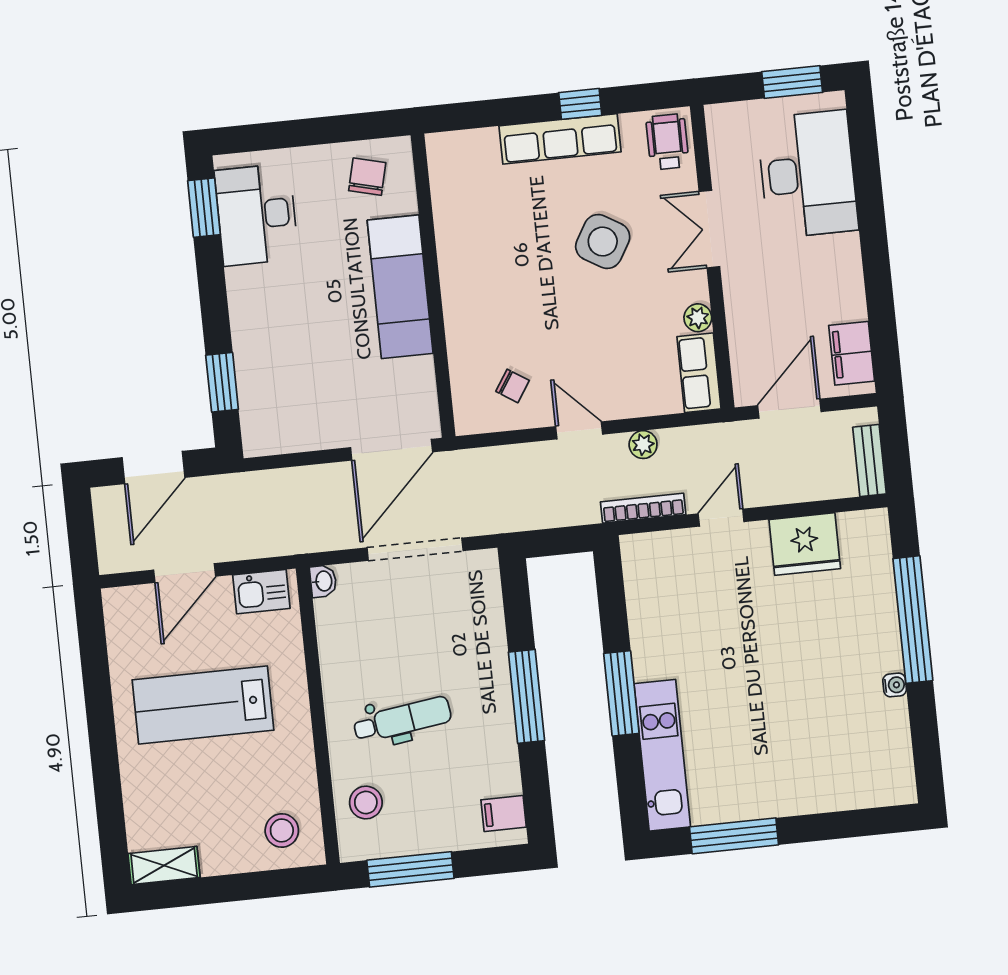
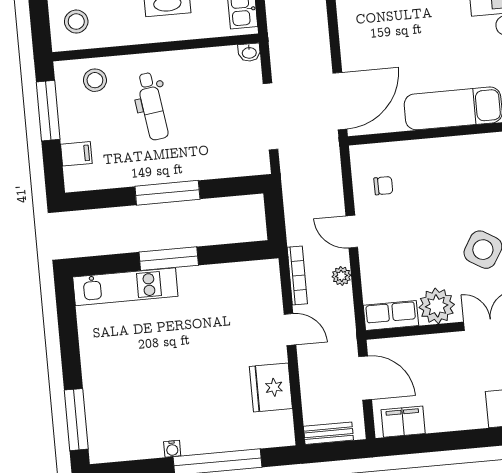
plant: (698, 318) -> (437, 306), width x1.87, depth x1.87
chair: (513, 386) -> (383, 186), turned -123
door: (579, 430) -> (352, 232), swing flipped
door: (392, 450) -> (340, 101), swing flipped
filing cabinet: (504, 813) -> (76, 154), moved, turned 90
window: (734, 836) -> (76, 420), moved

